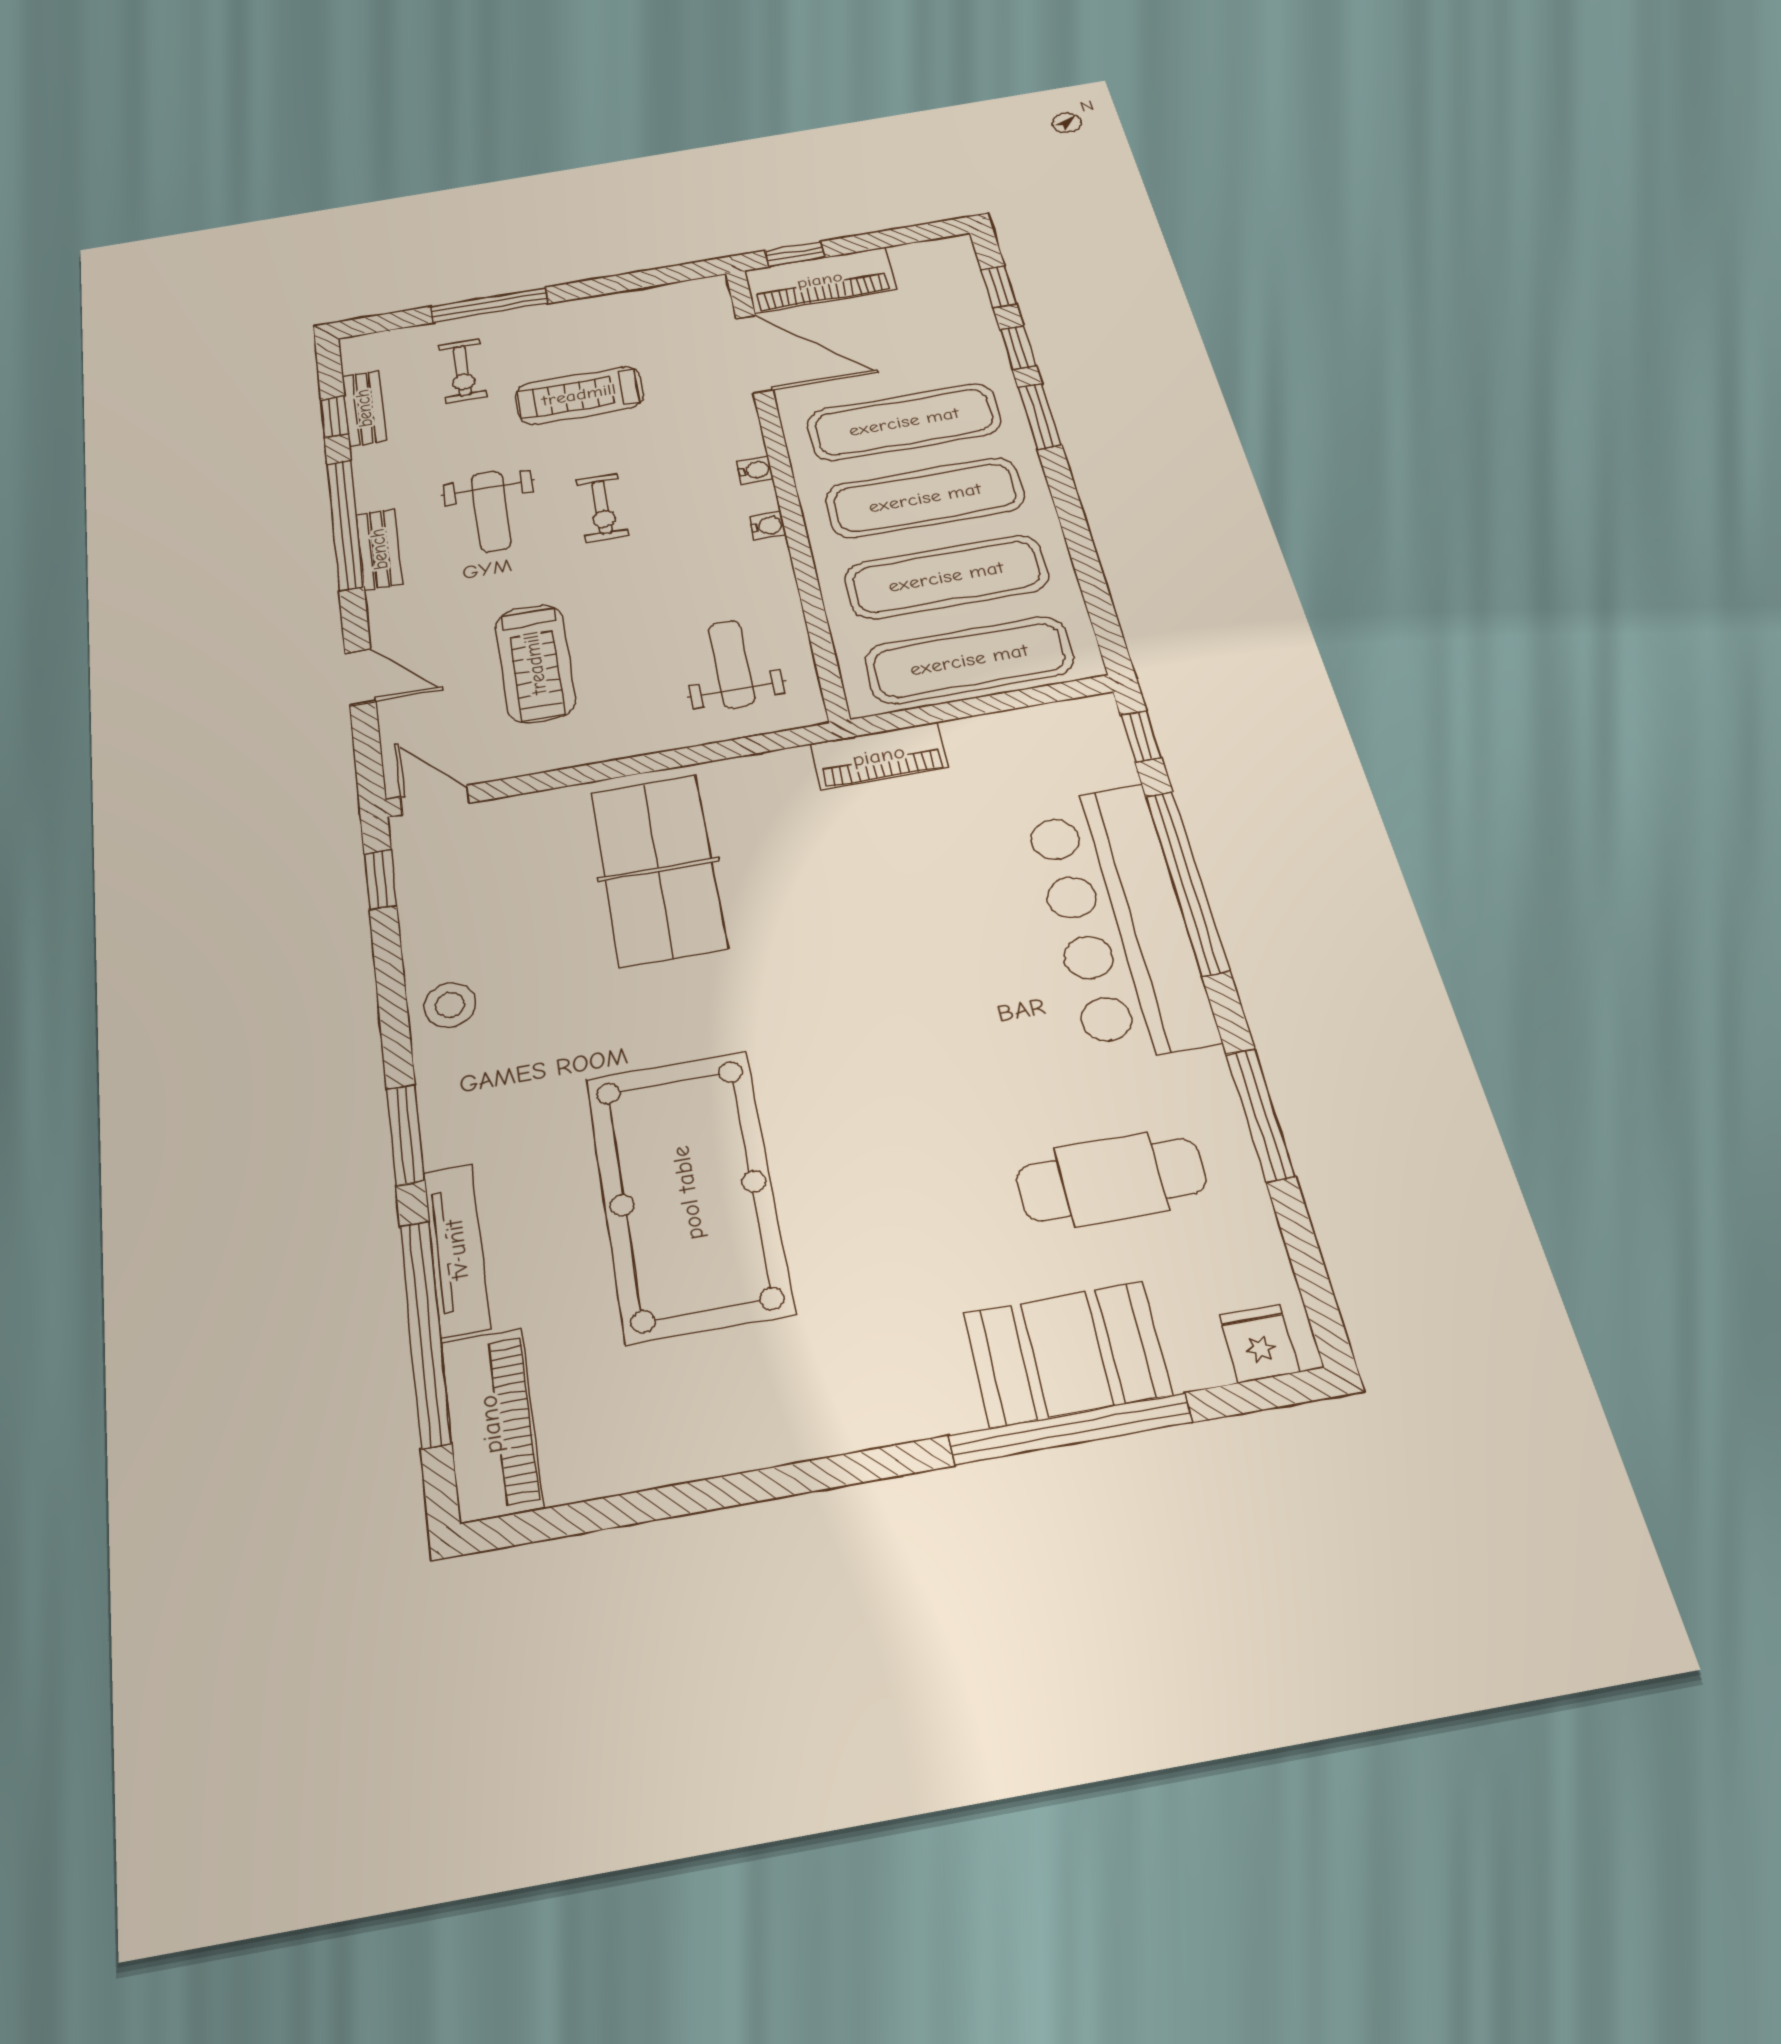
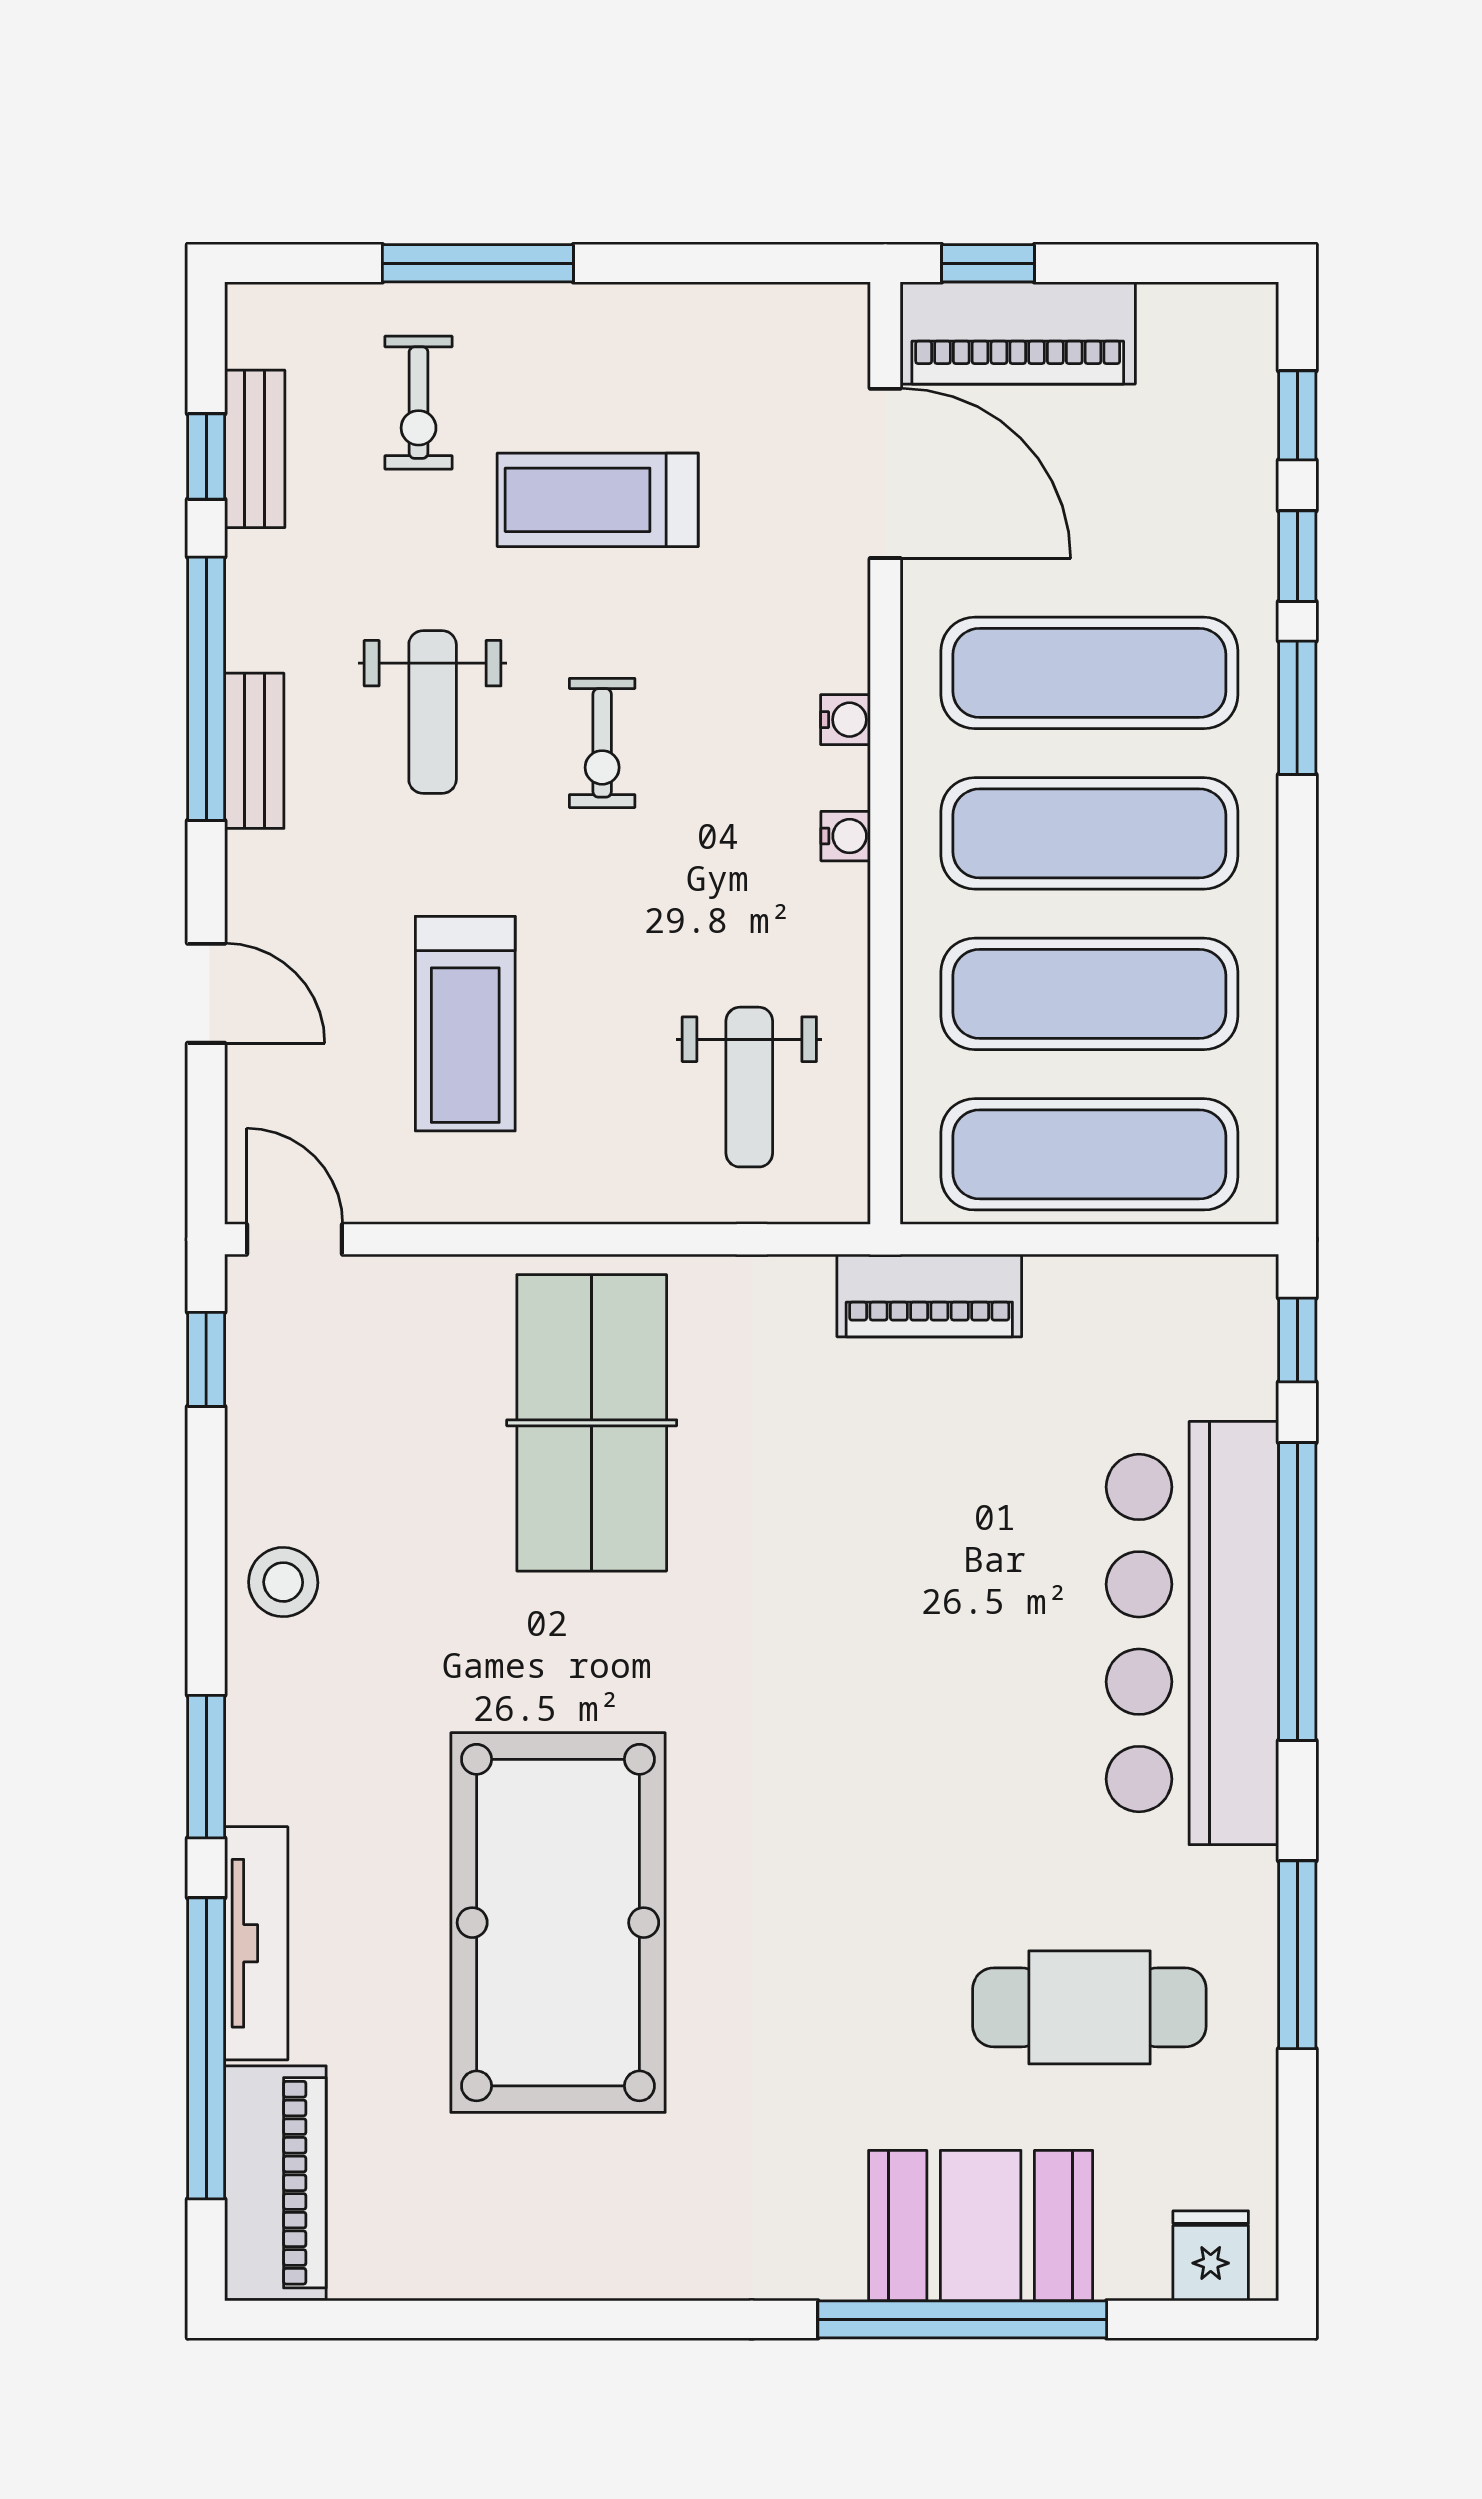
weight bench: (732, 664) -> (749, 1087), turned 180

